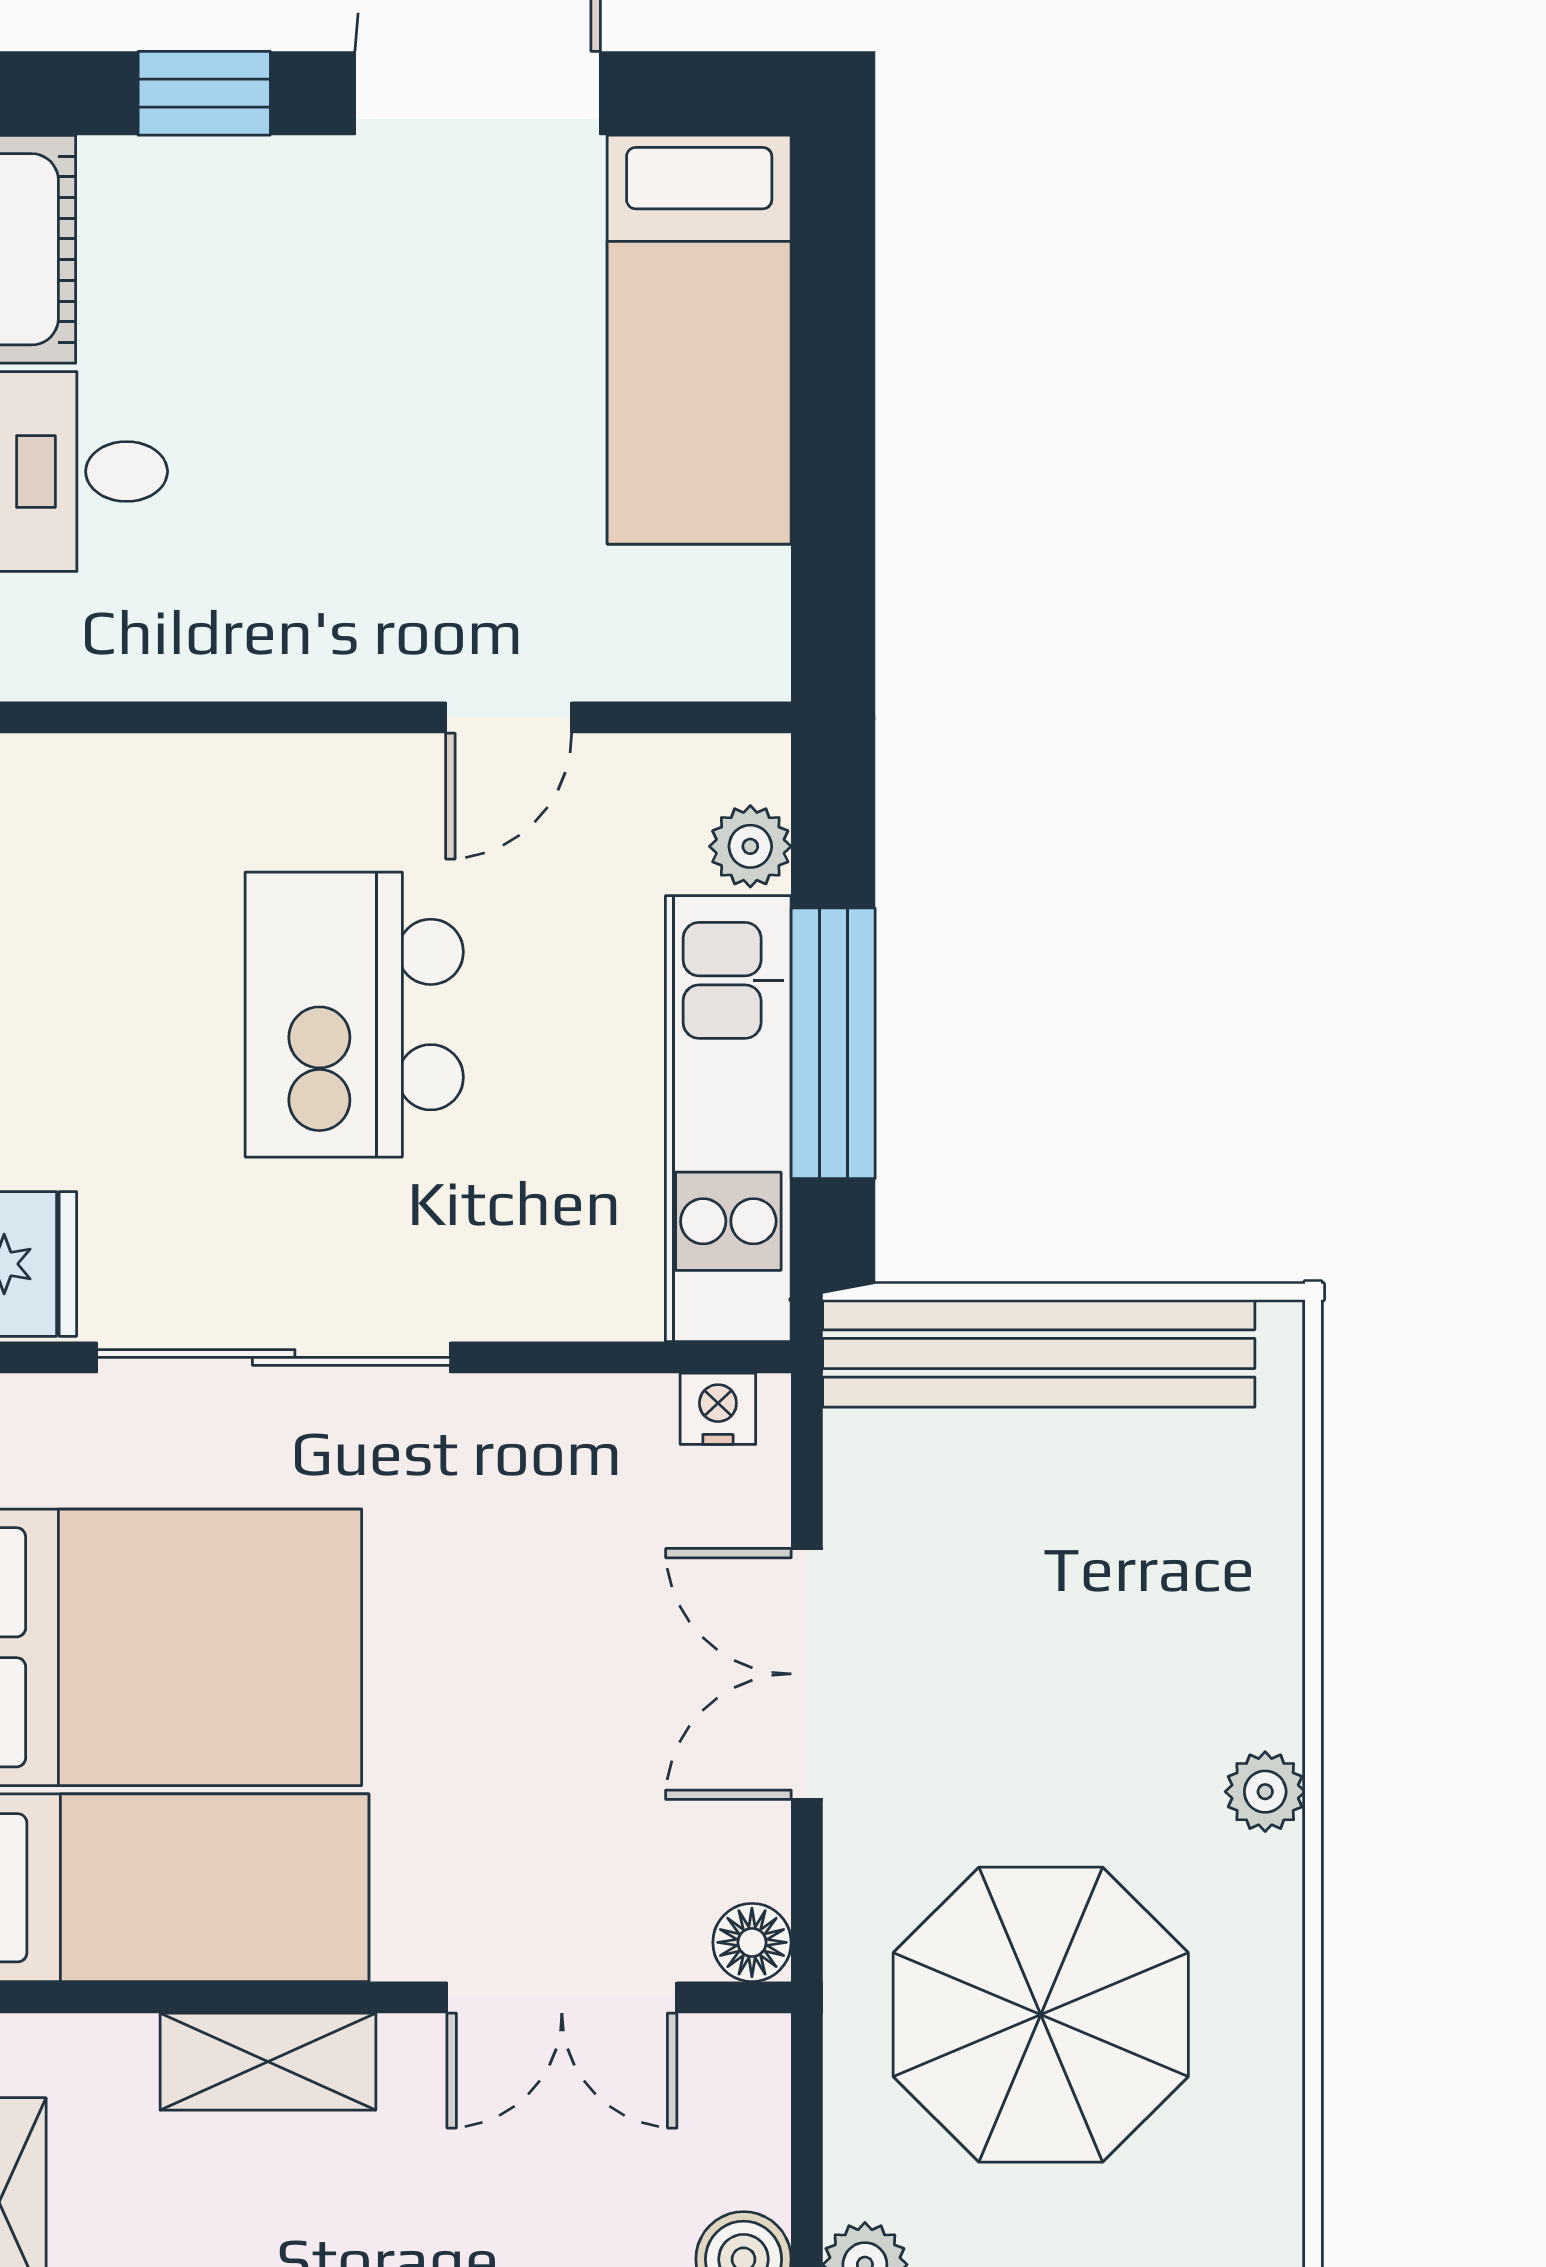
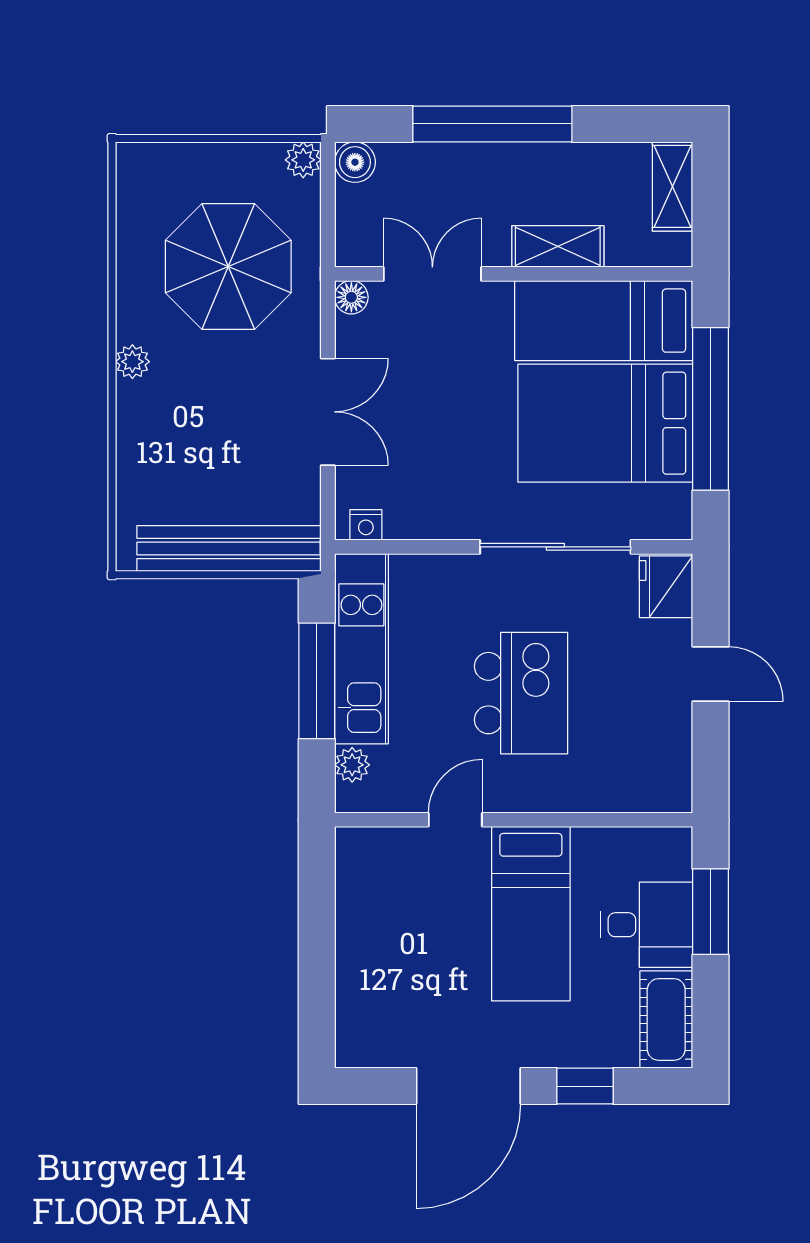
bed: (699, 340) -> (531, 914), moved, turned 180

